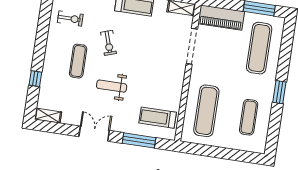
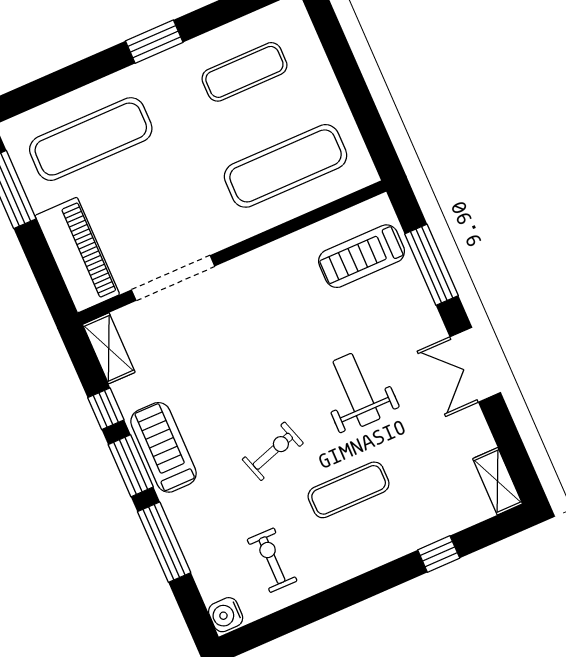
weight bench: (112, 86) -> (356, 390), turned 180
treadmill: (158, 118) -> (362, 256), turned 90

